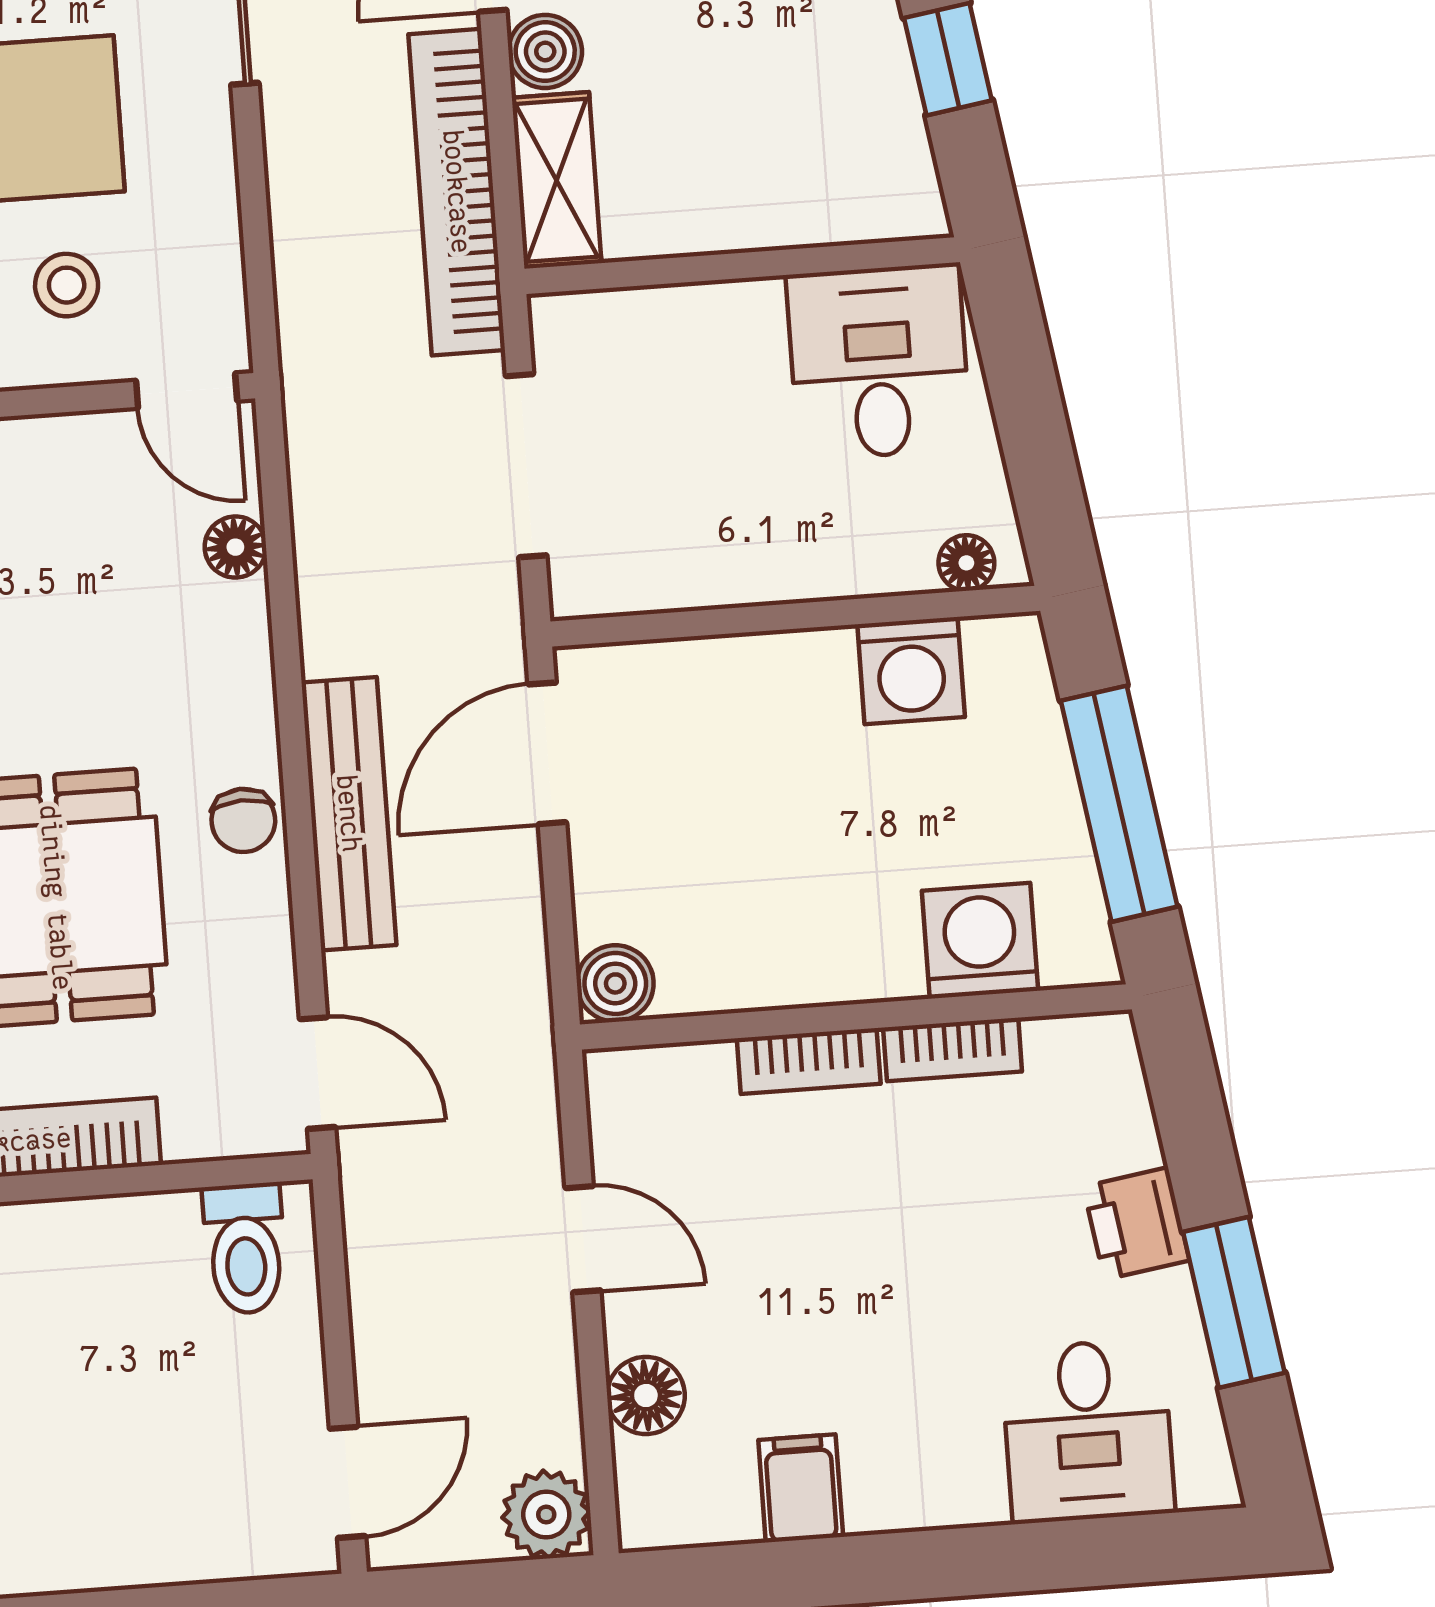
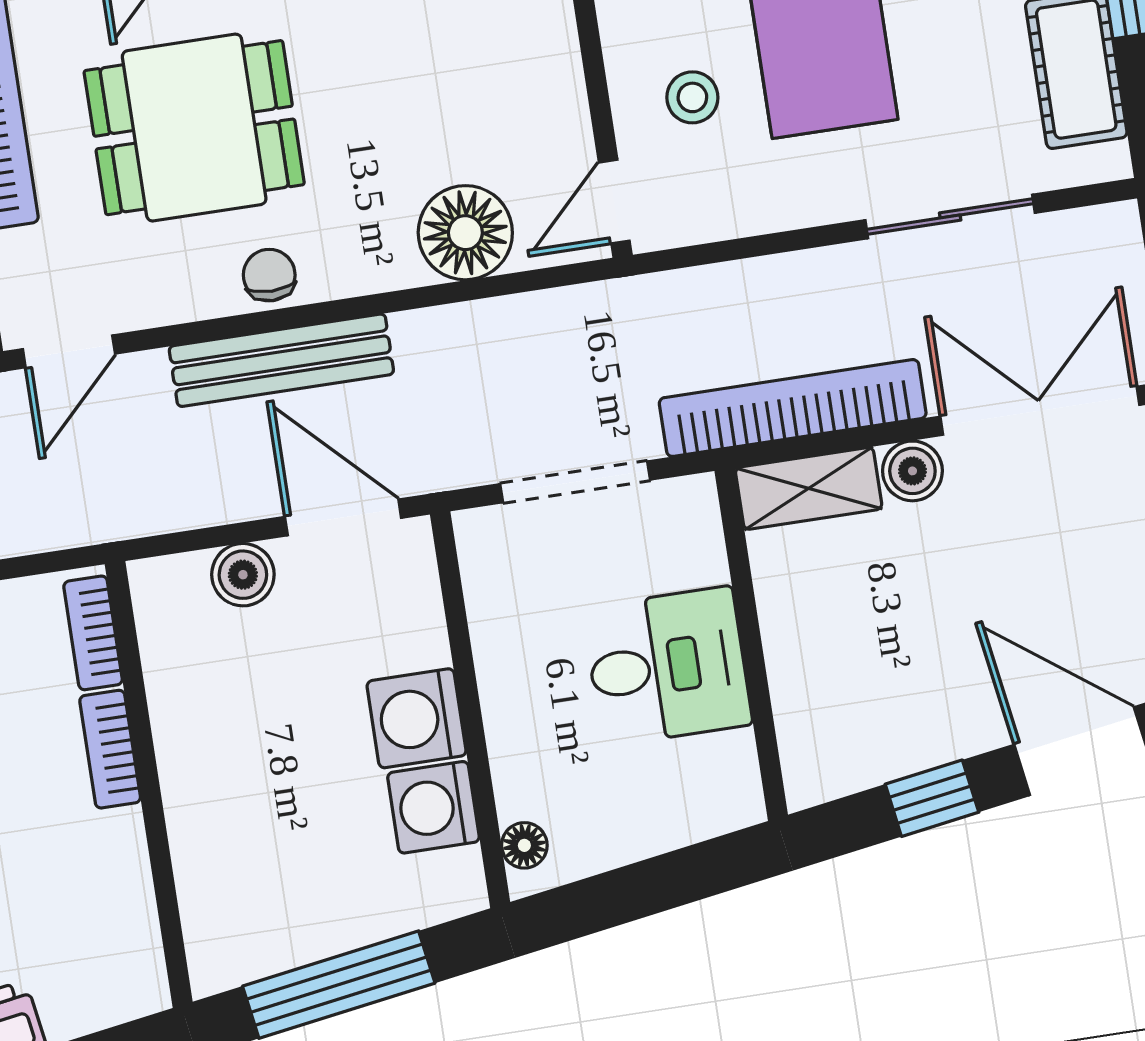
desk: (879, 362) -> (667, 666), moved
floor lamp: (235, 547) -> (465, 233), width x1.89, depth x1.89
chair: (243, 820) -> (269, 275), turned 92
washing machine: (980, 941) -> (417, 718), moved, turned 180
boiler: (615, 983) -> (243, 575), moved
bookcase: (953, 1050) -> (93, 633), moved

